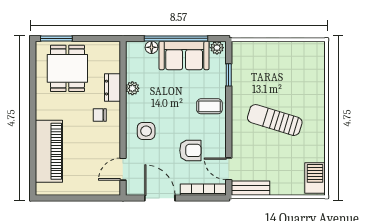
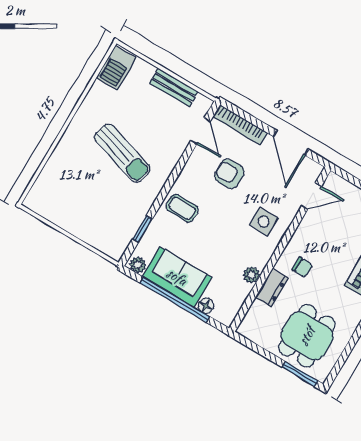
bench: (250, 188) -> (174, 87), moved

